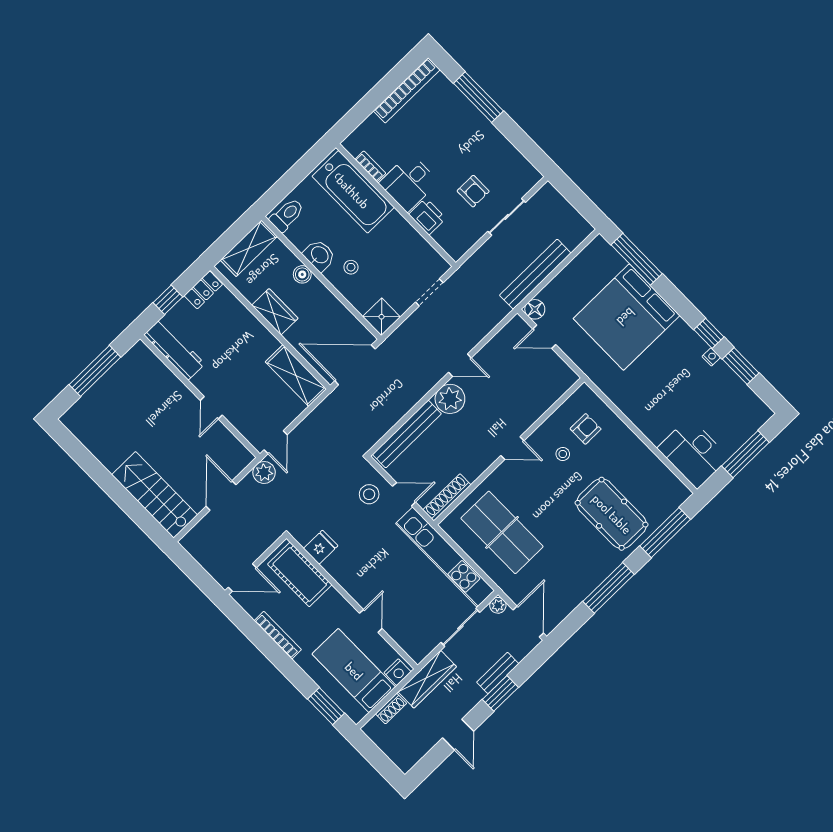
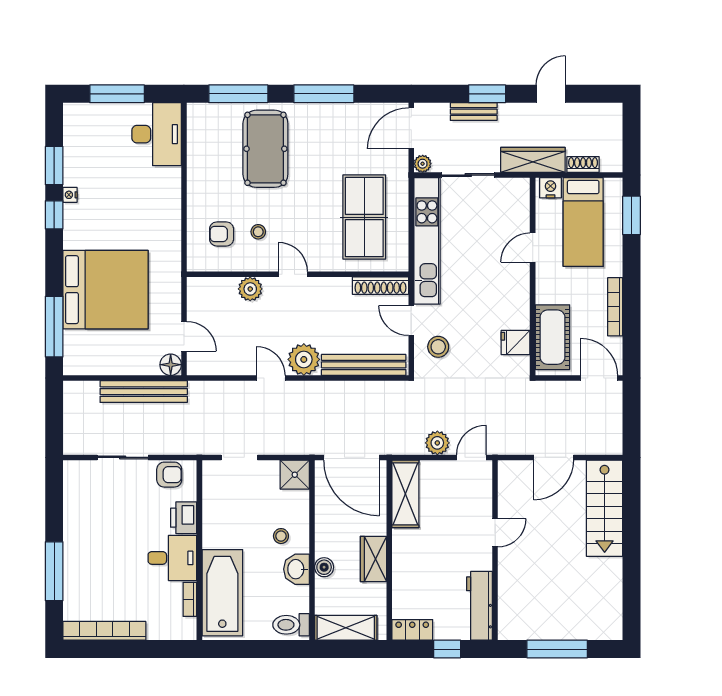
armchair: (473, 191) -> (169, 475), moved, turned 90
plant: (531, 411) -> (250, 289), added
plant: (264, 472) -> (437, 443), moved

